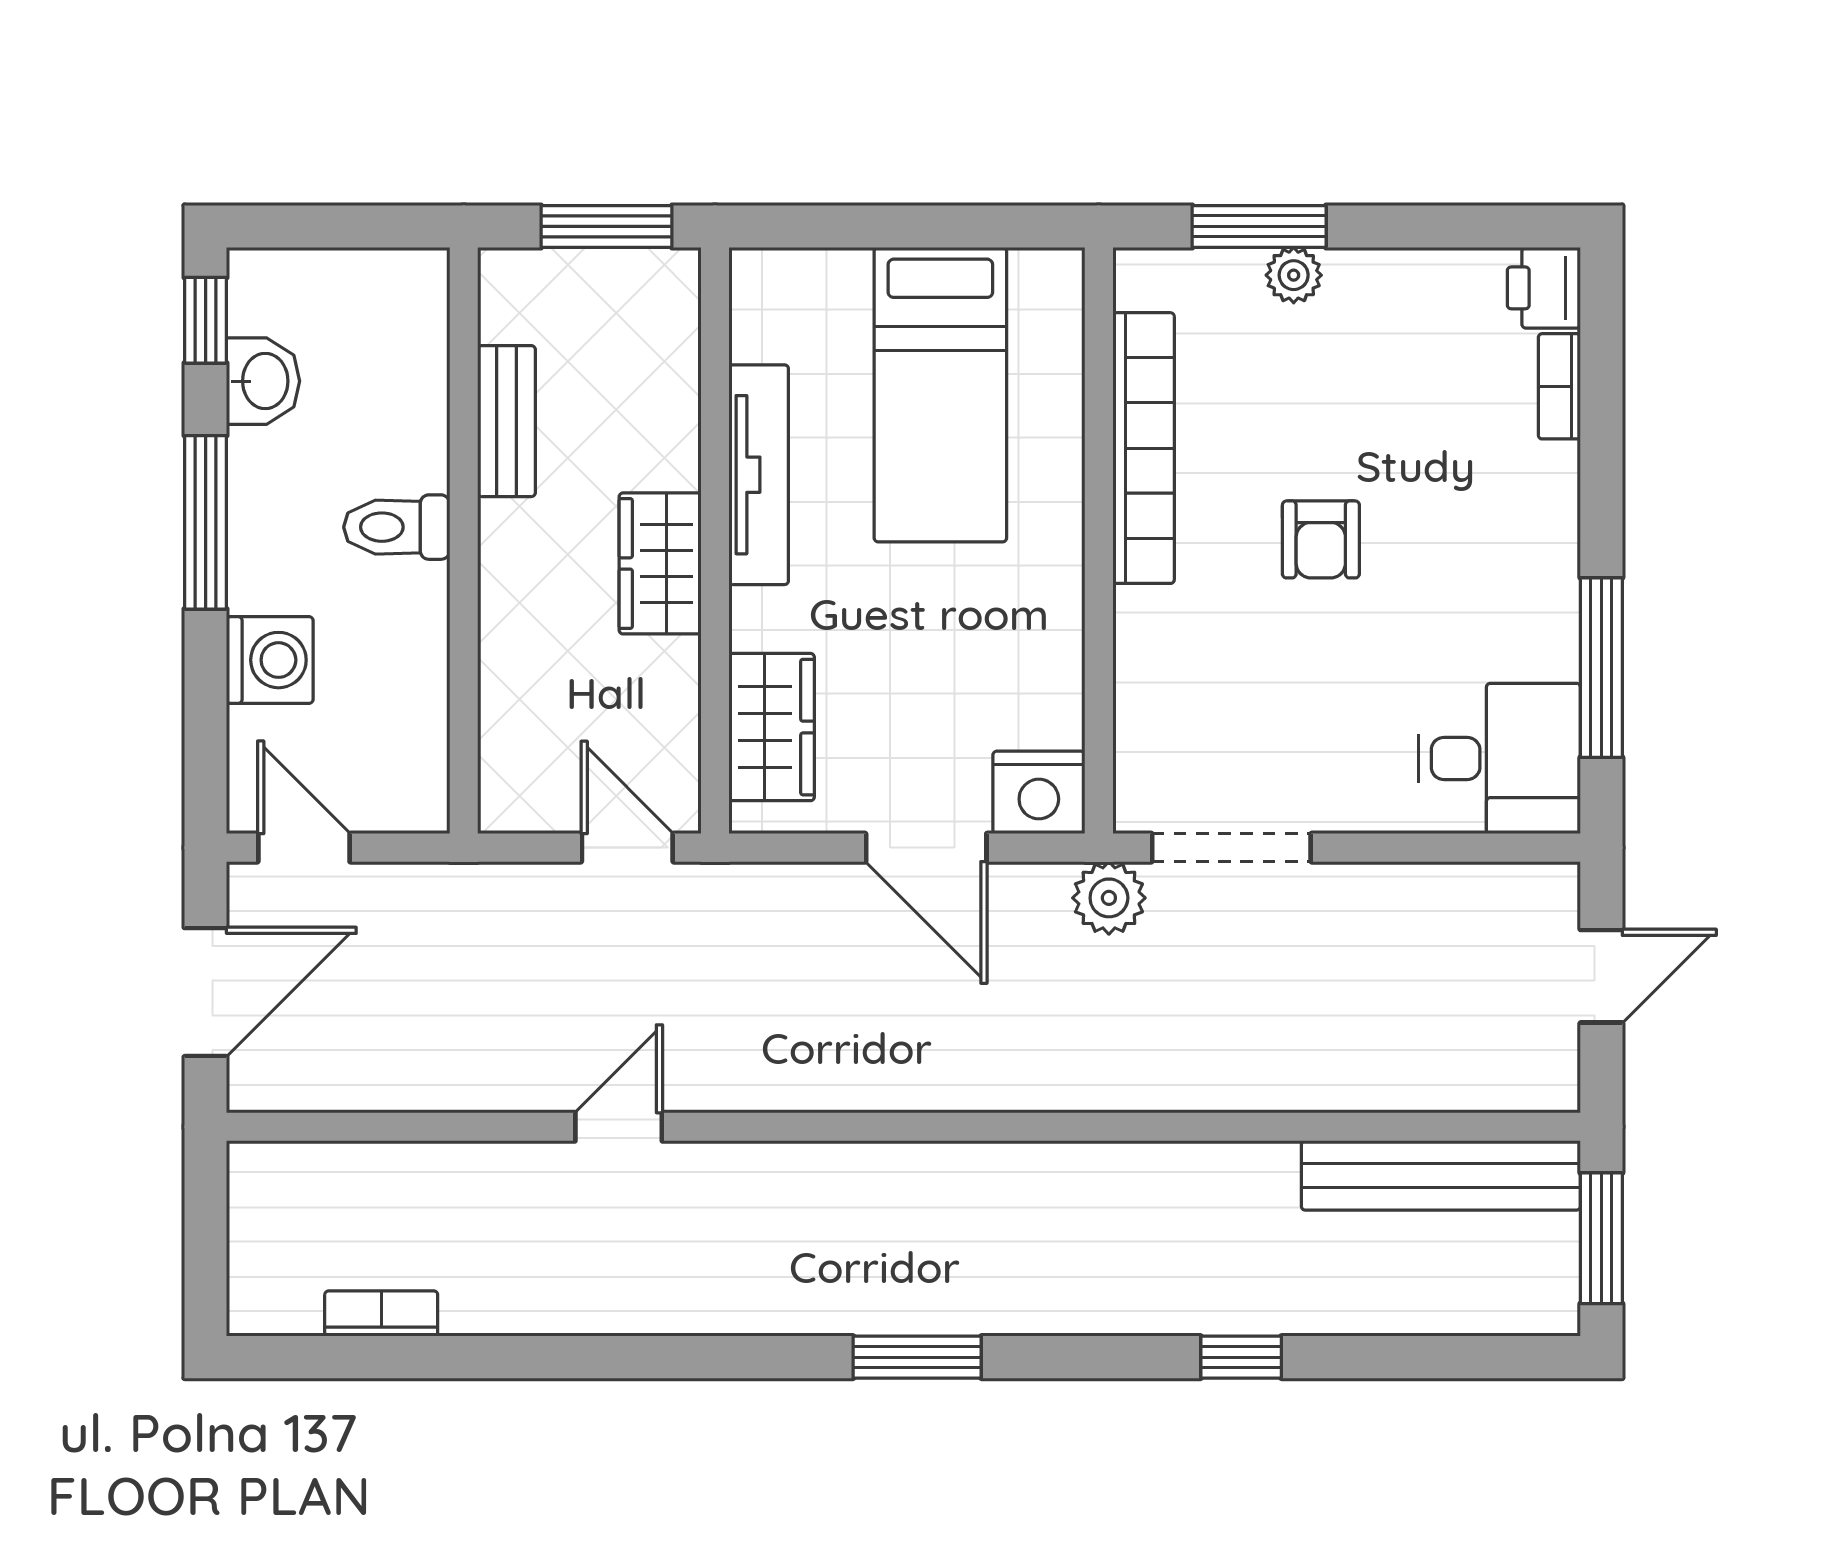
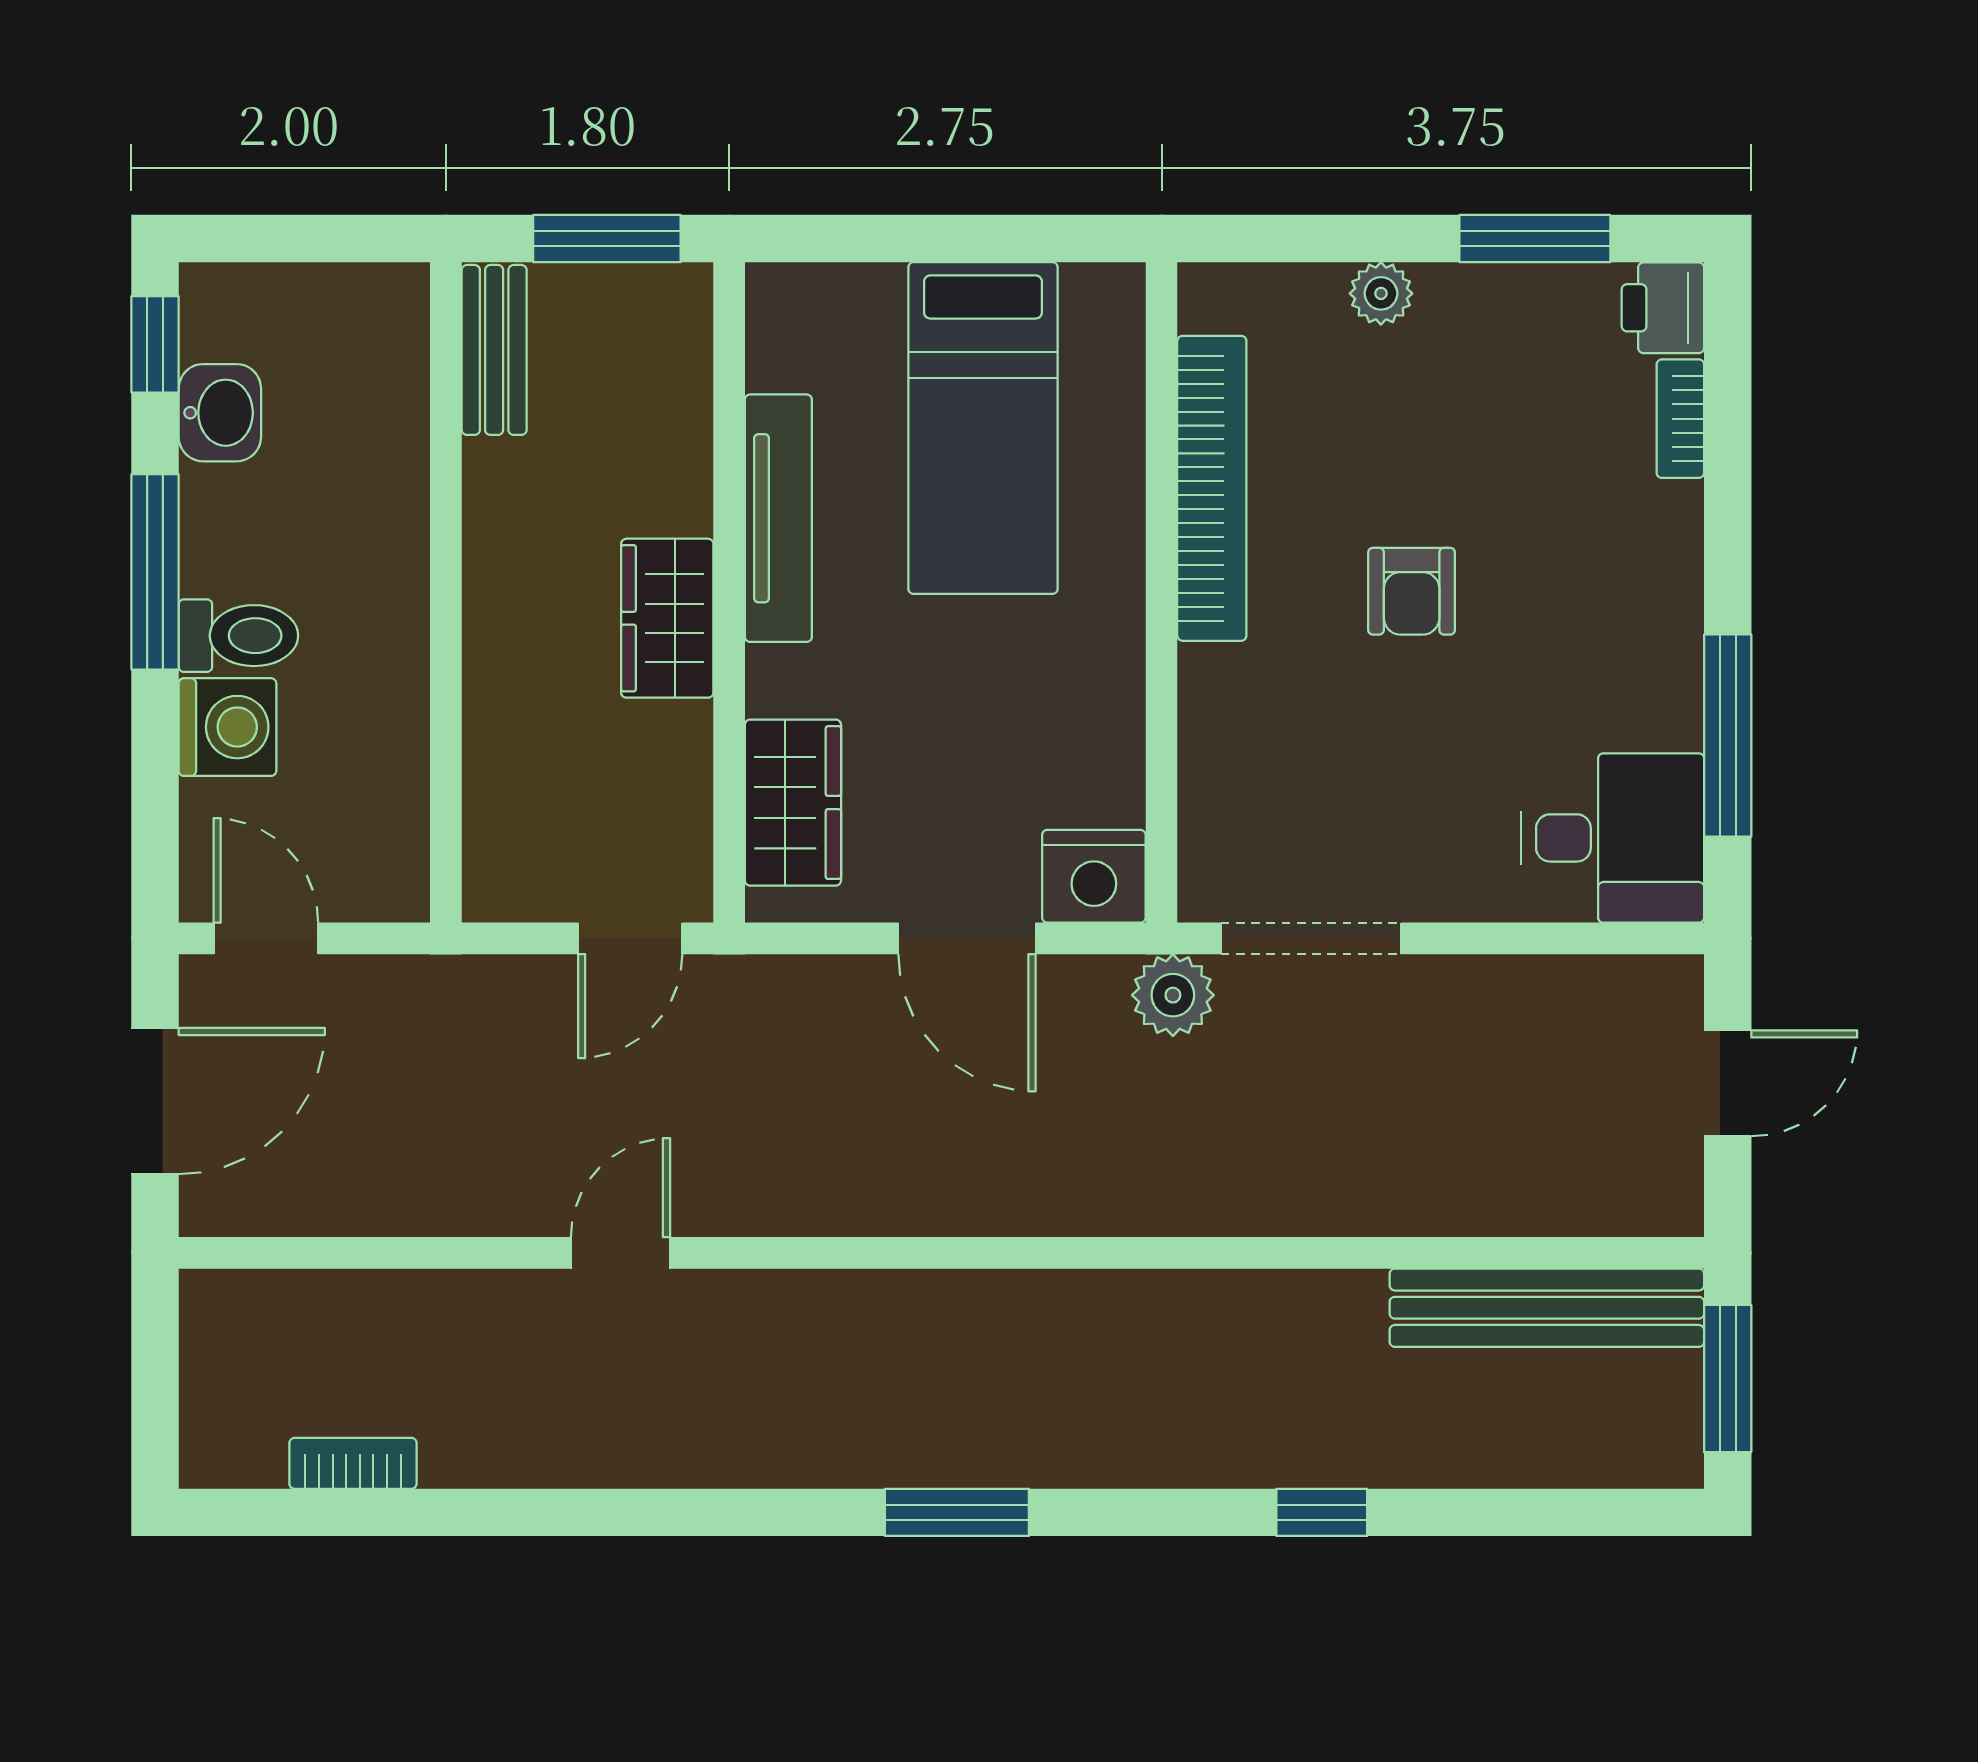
window: (1259, 226) -> (1535, 239), moved
bench: (507, 421) -> (494, 350), moved
toilet: (397, 527) -> (238, 636), moved, turned 180
door: (627, 848) -> (630, 938), swing flipped

